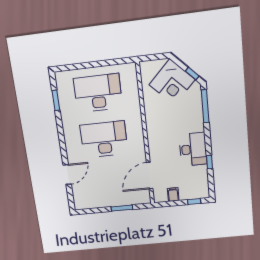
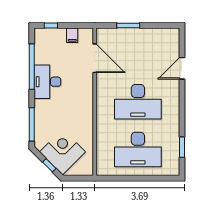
window: (192, 74) -> (49, 165), moved
window: (209, 162) -> (32, 67), width x3.17
door: (150, 176) -> (95, 58), hinge flipped

